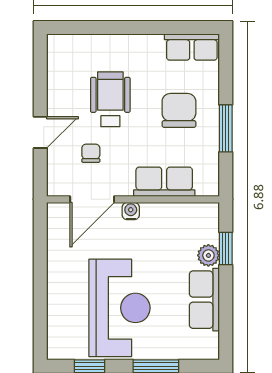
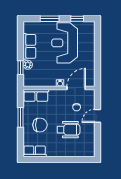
wheelchair: (110, 99) -> (68, 130), turned -90
chair: (179, 110) -> (40, 125), turned -90
row of seats: (164, 182) -> (36, 95), moved

